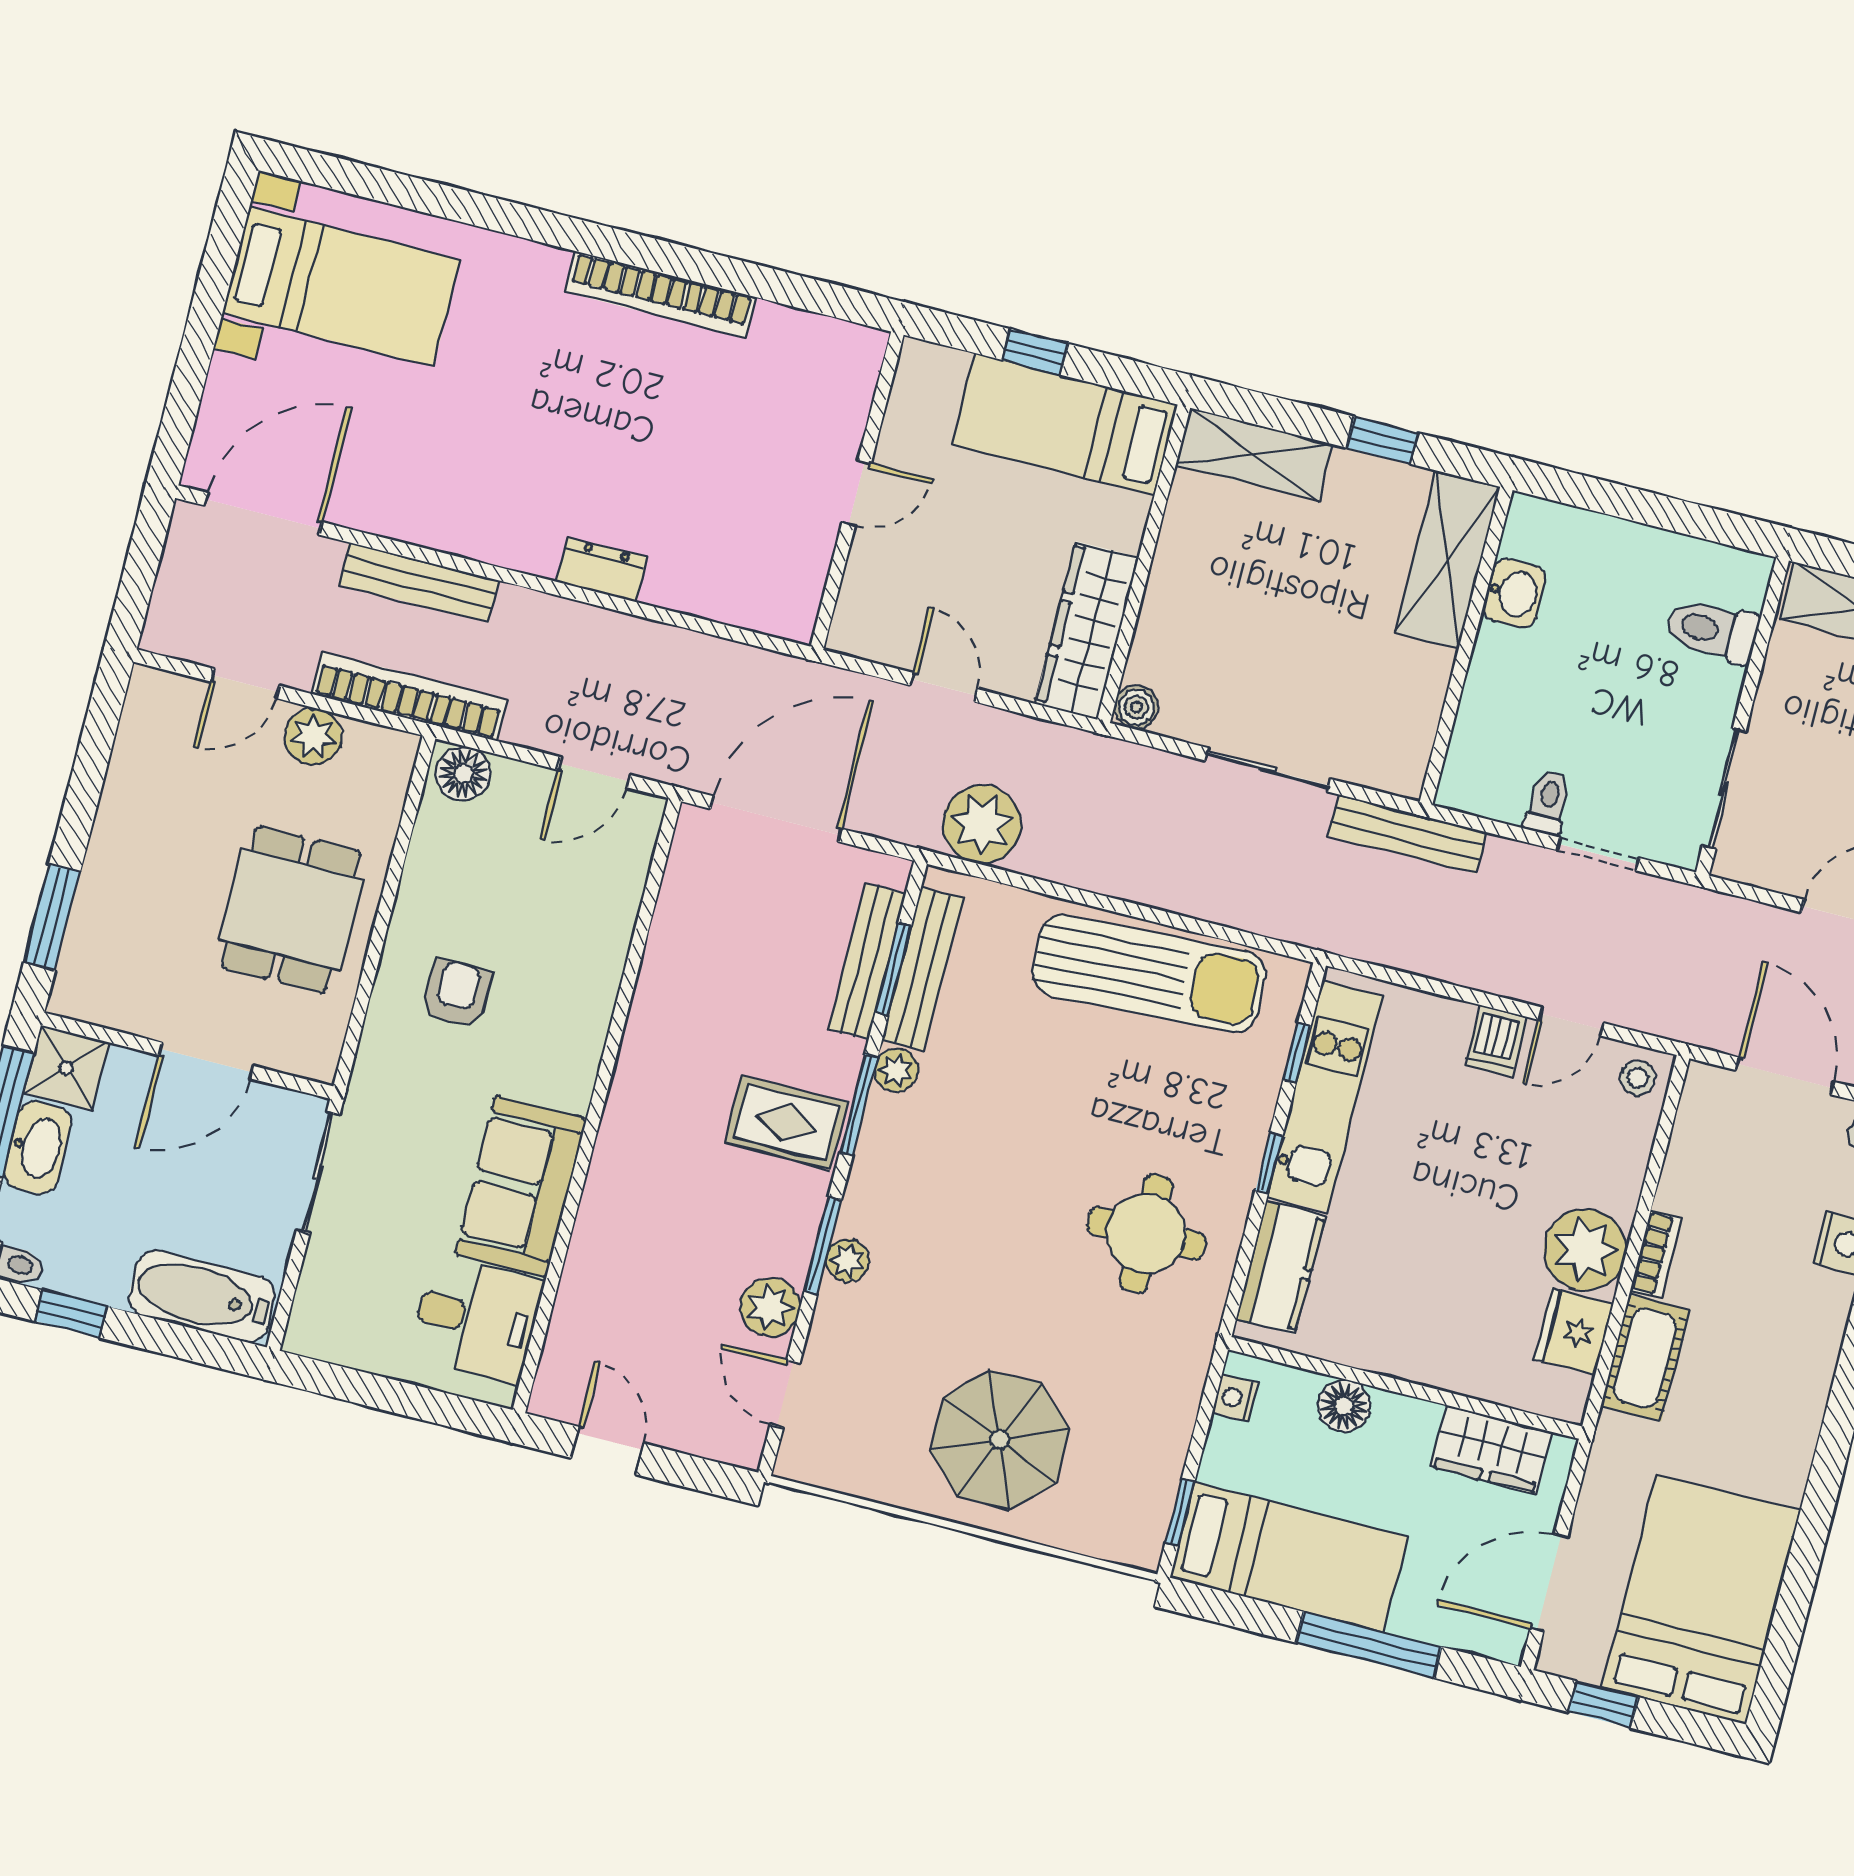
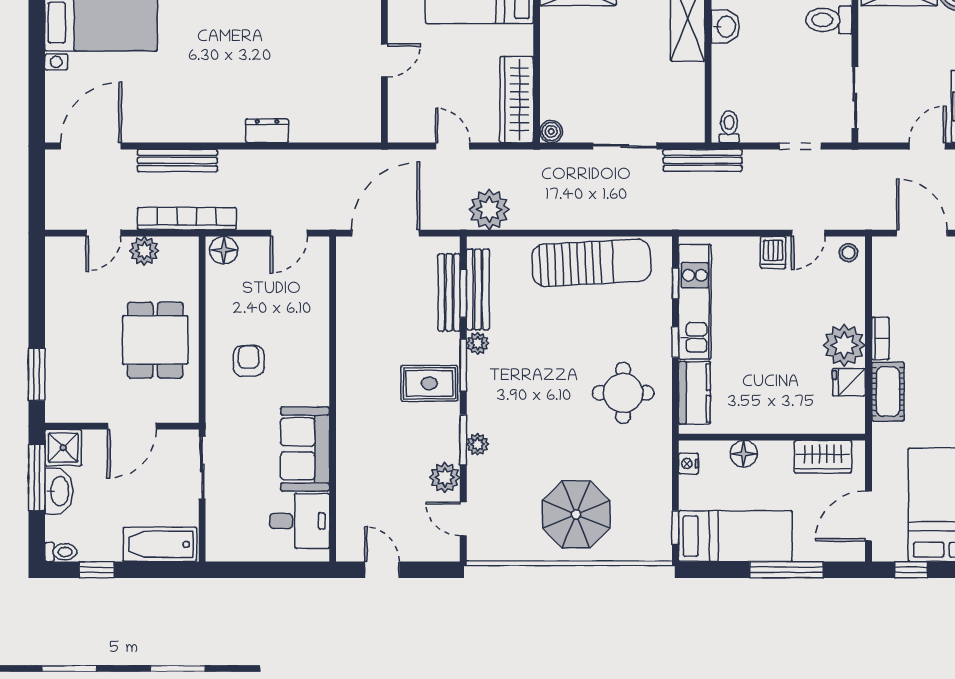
toilet: (1548, 803) -> (729, 127), moved
fridge: (1574, 1332) -> (849, 382), width x0.72

